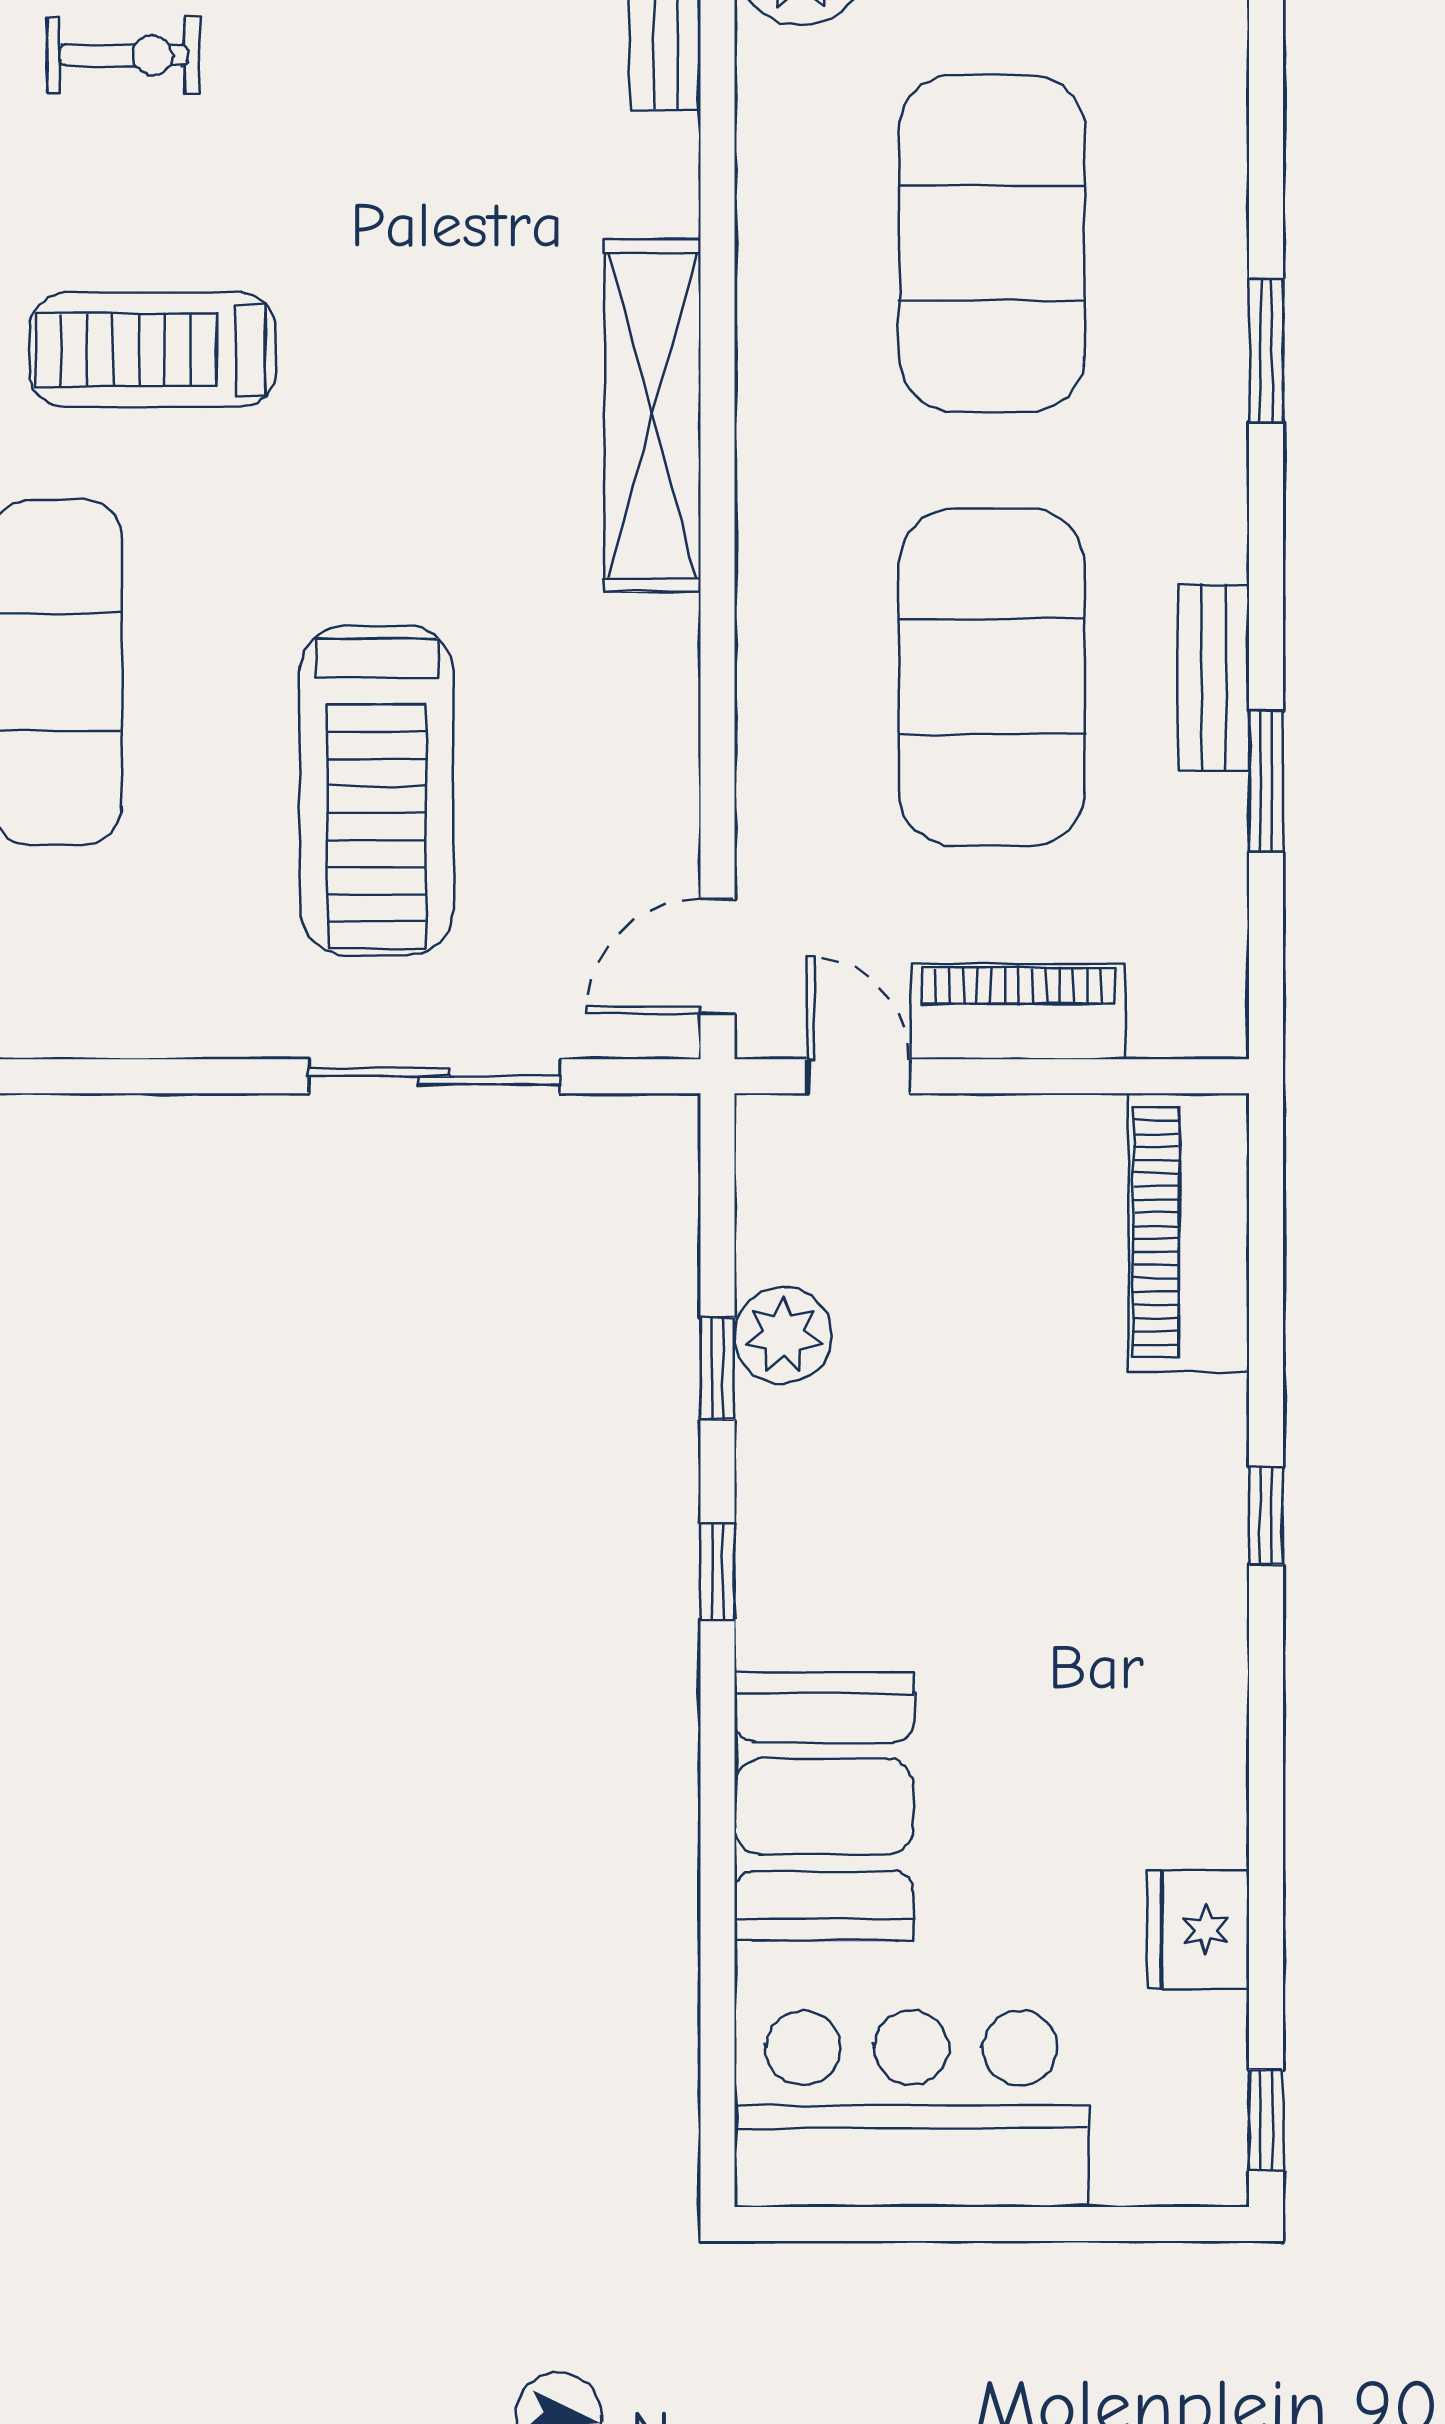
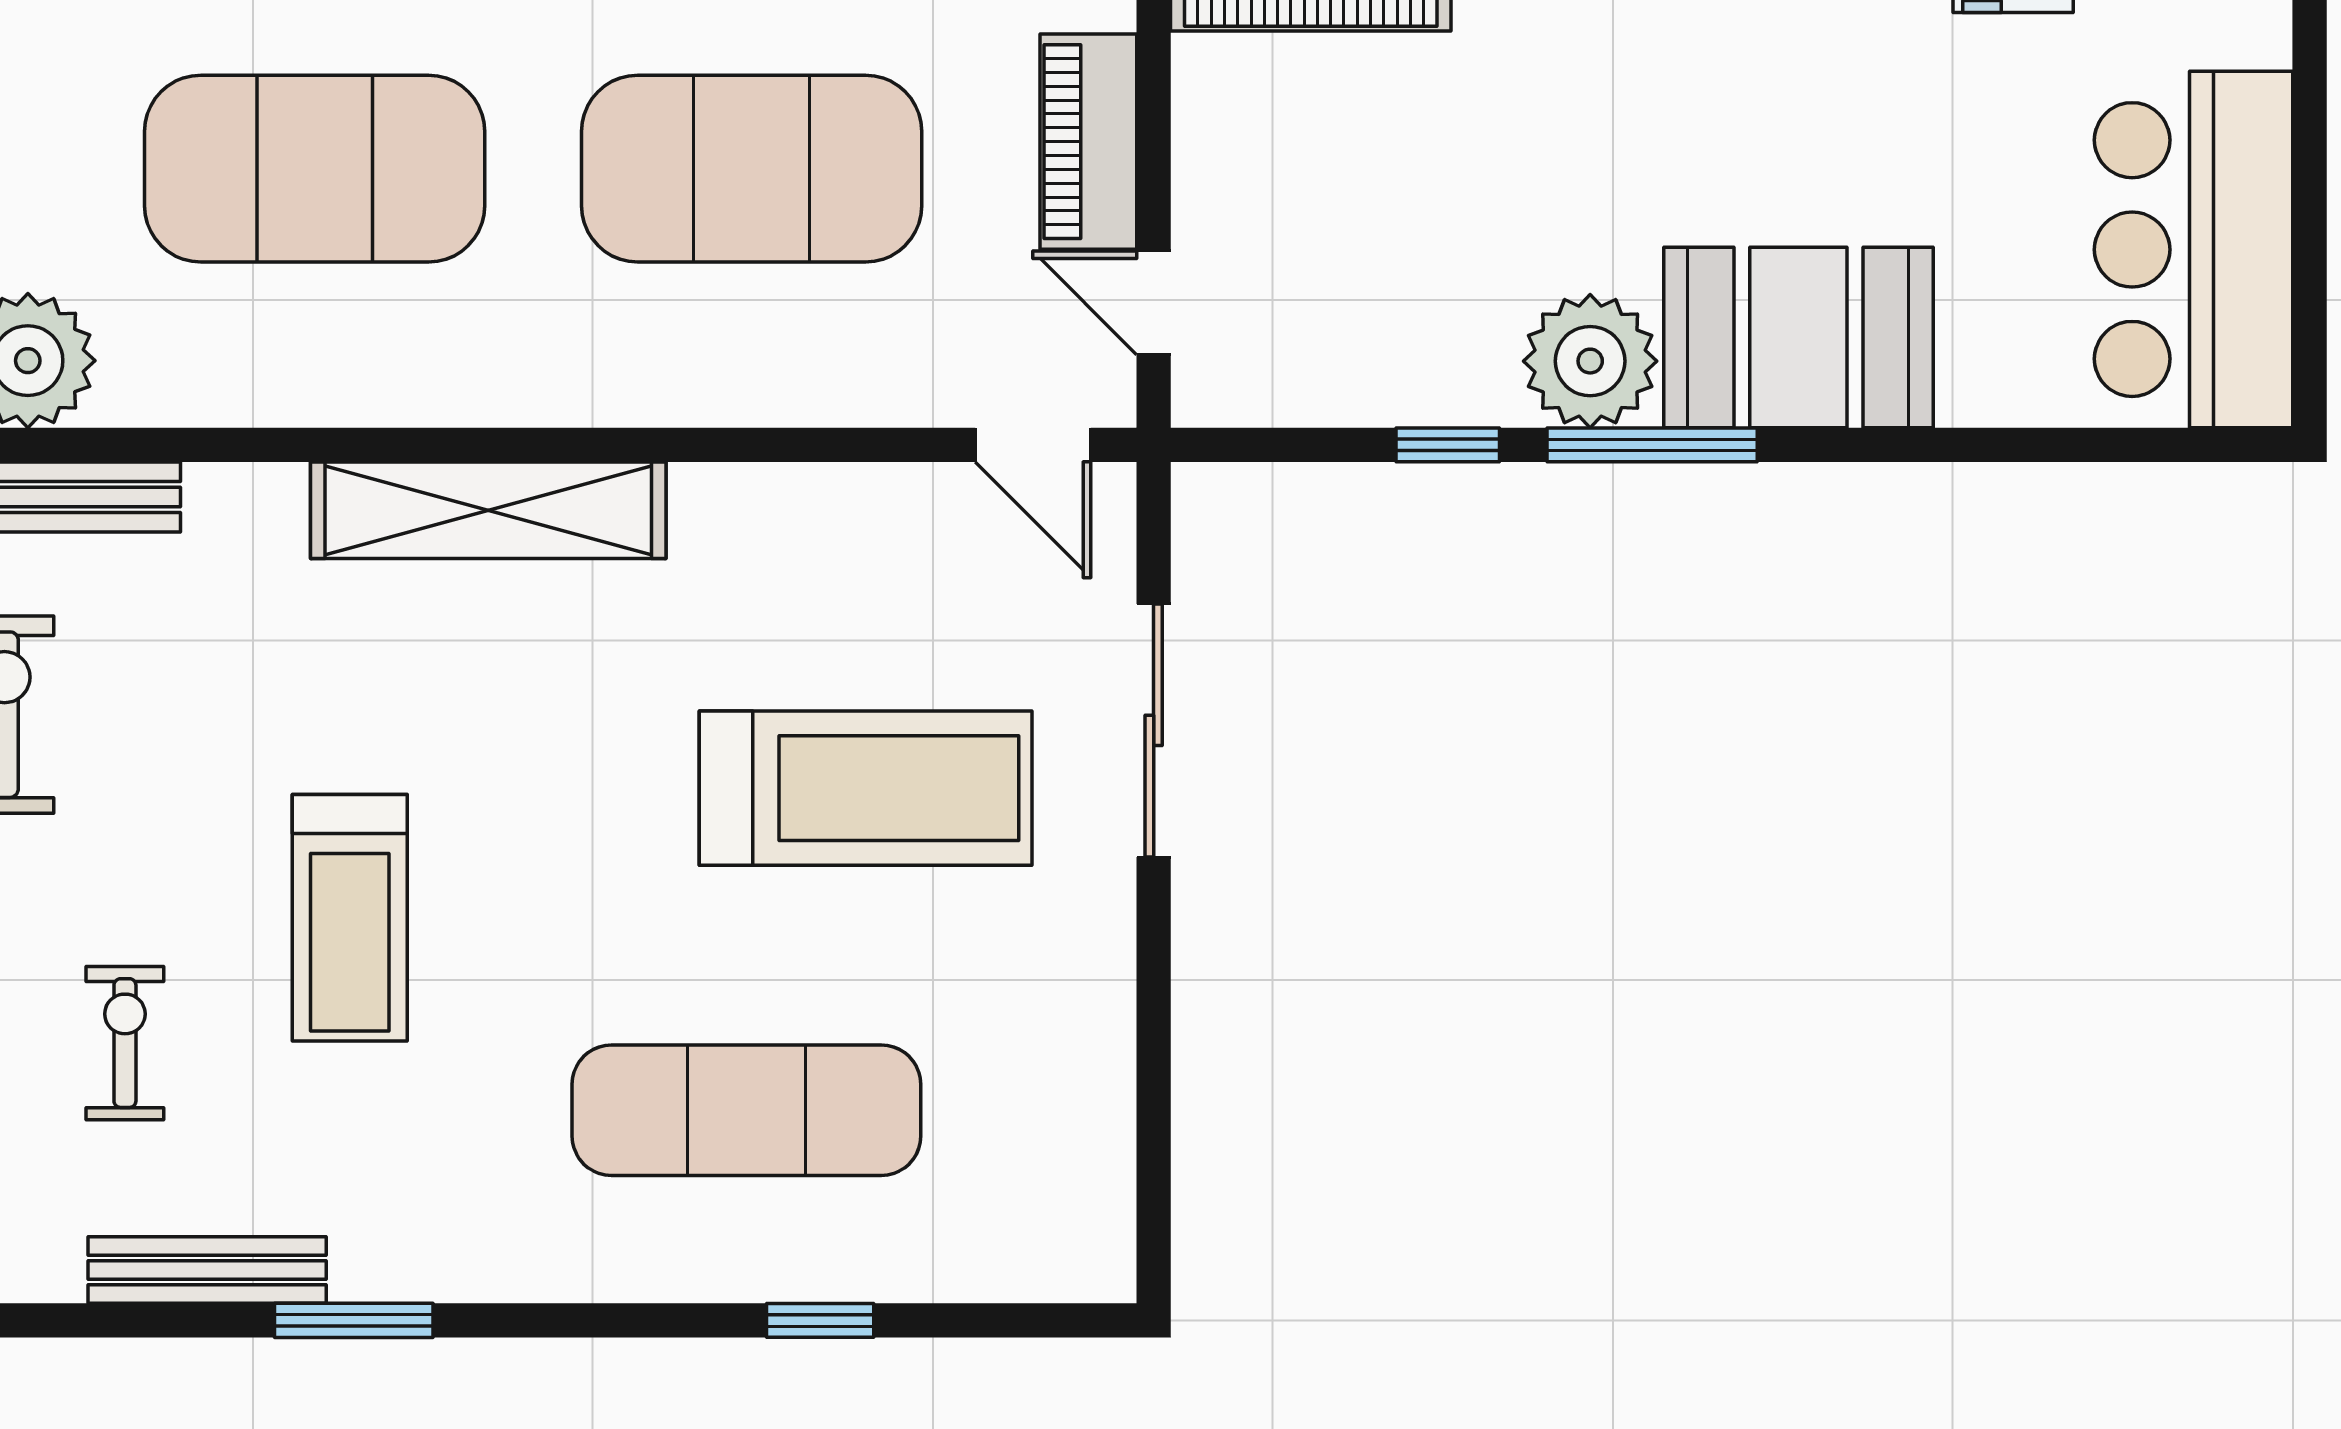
treadmill: (153, 350) -> (350, 918), moved
door: (858, 1076) -> (1154, 303), hinge flipped
plant: (783, 1335) -> (1590, 361), moved, width x1.36, depth x1.36
window: (717, 1571) -> (1652, 445), width x2.17
booth: (824, 1807) -> (1798, 338), moved

